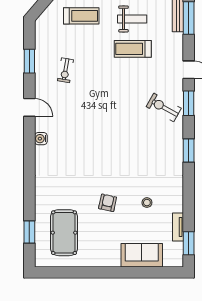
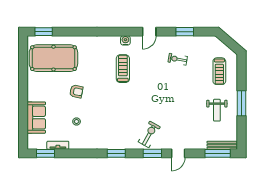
treadmill: (133, 49) -> (123, 69), moved
window: (29, 232) -> (44, 32), moved
pool table: (64, 233) -> (53, 58), width x1.36, depth x1.32

